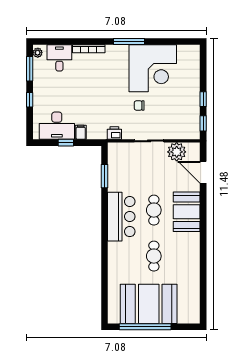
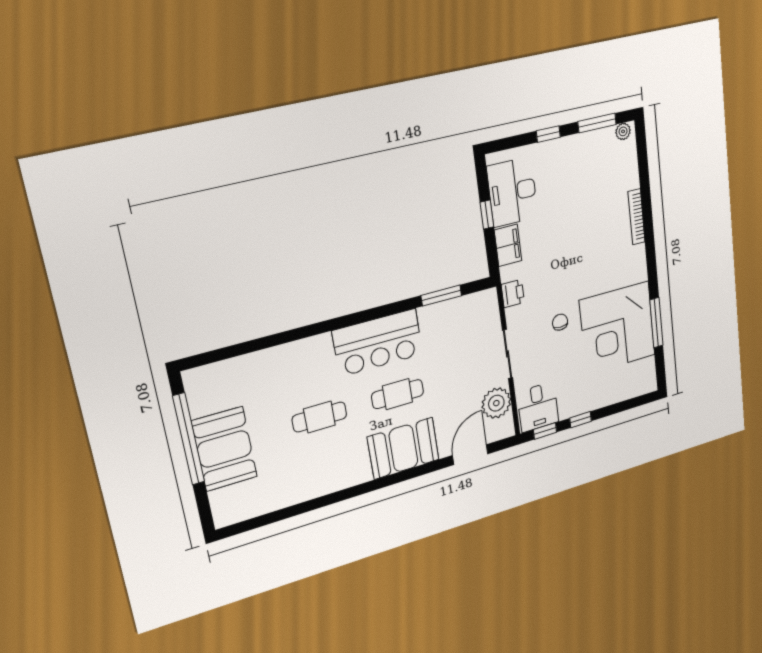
window: (129, 41) -> (656, 323), moved
desk: (59, 58) -> (538, 407), moved, turned 90
filing cabinet: (81, 132) -> (508, 245), width x2.00
booth: (149, 304) -> (224, 449), width x0.73, depth x0.70

